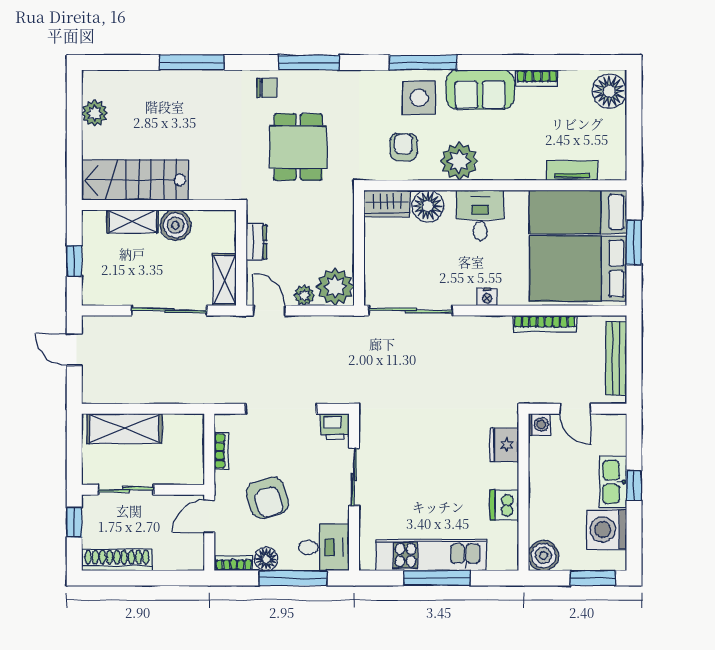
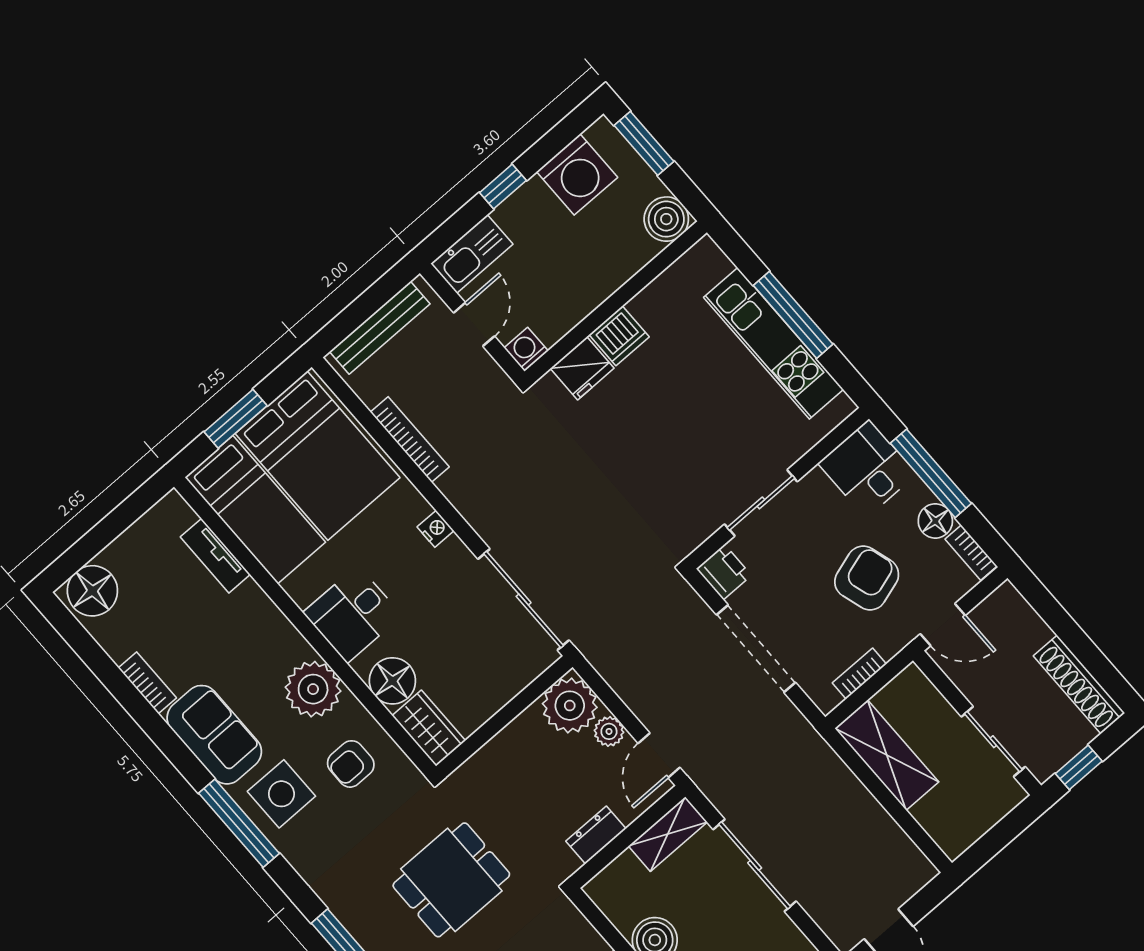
shelving: (124, 429) -> (887, 755), moved
kitchen sink: (613, 482) -> (472, 254), moved
dishwasher: (504, 505) -> (619, 336), moved

